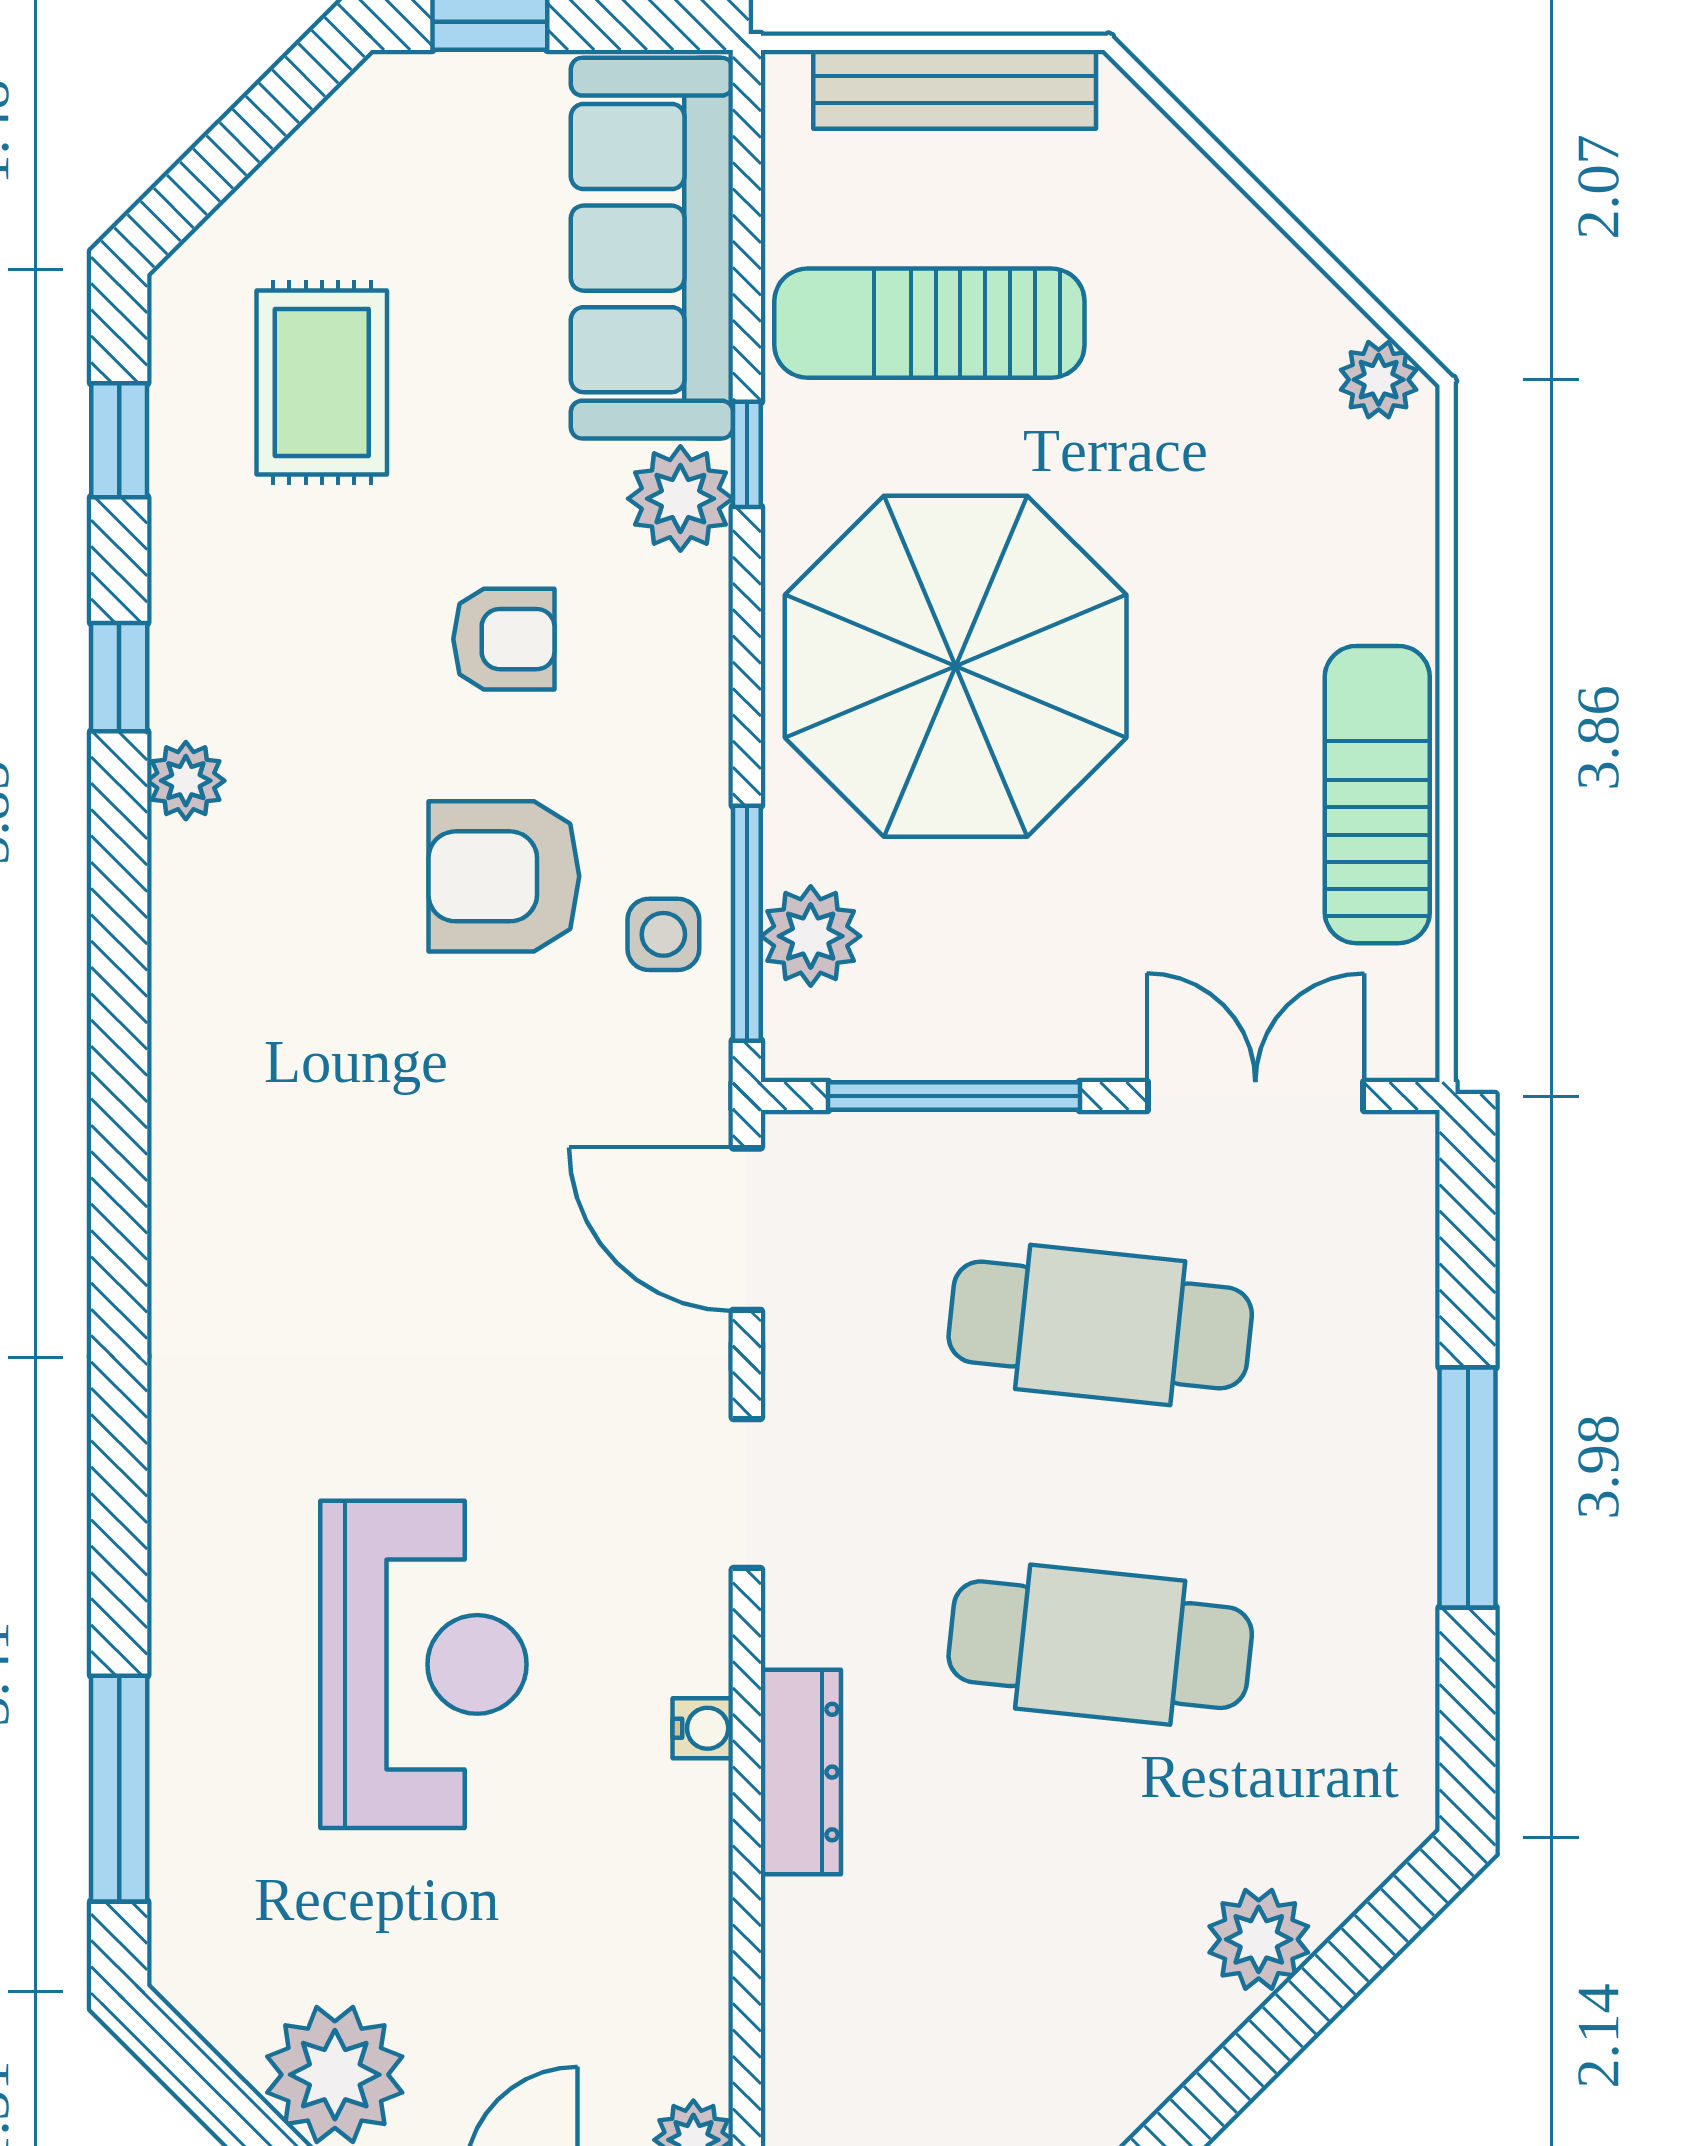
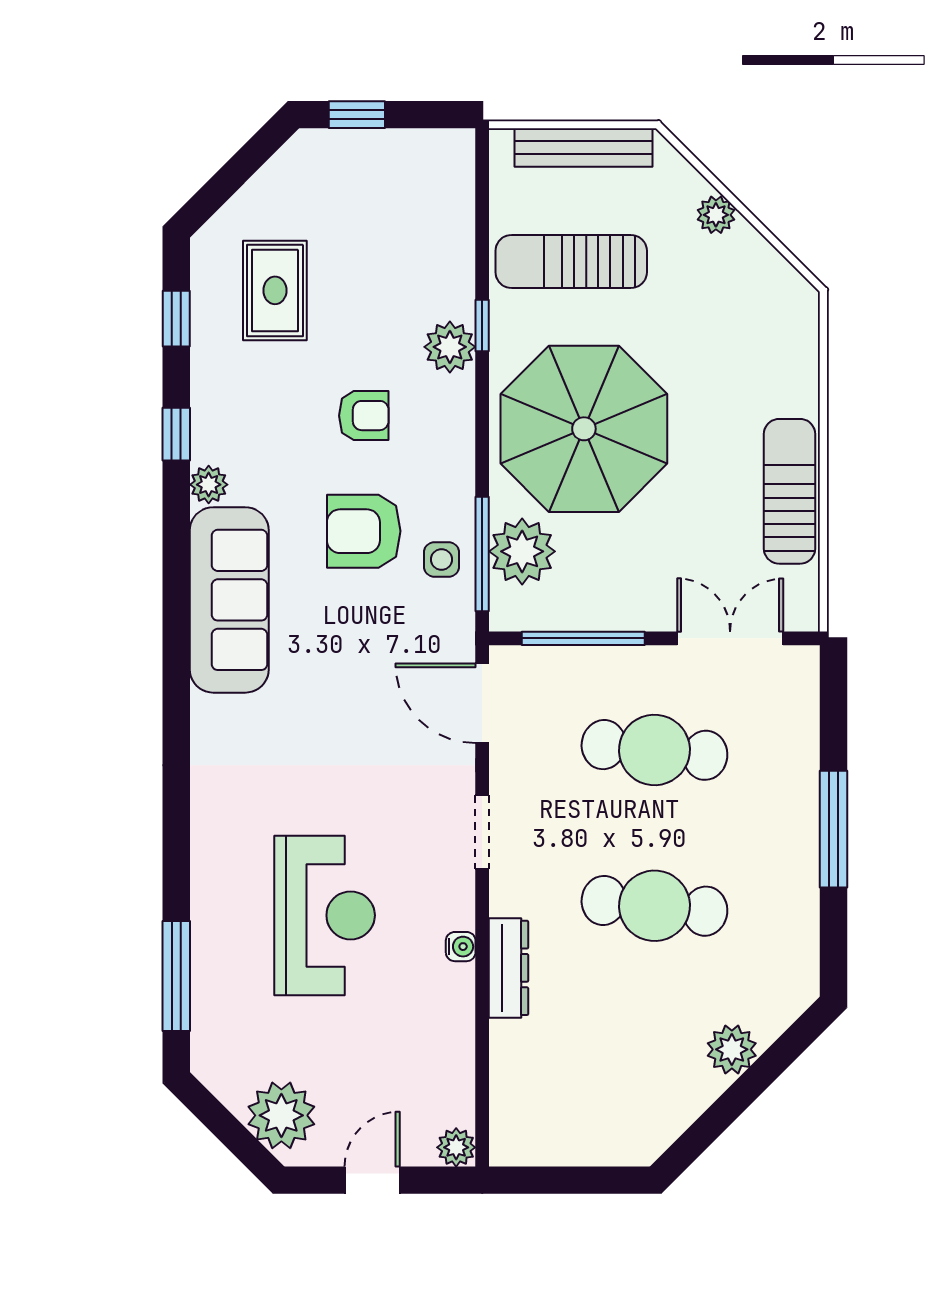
sofa: (652, 248) -> (229, 600), moved, turned 180
plant: (1379, 380) -> (716, 215), moved
plant: (811, 936) -> (522, 551), width x1.36, depth x1.36

